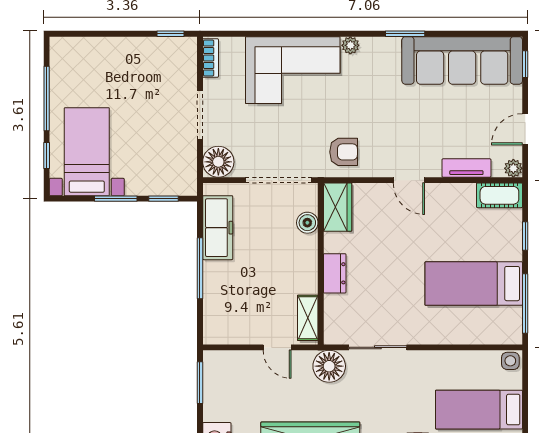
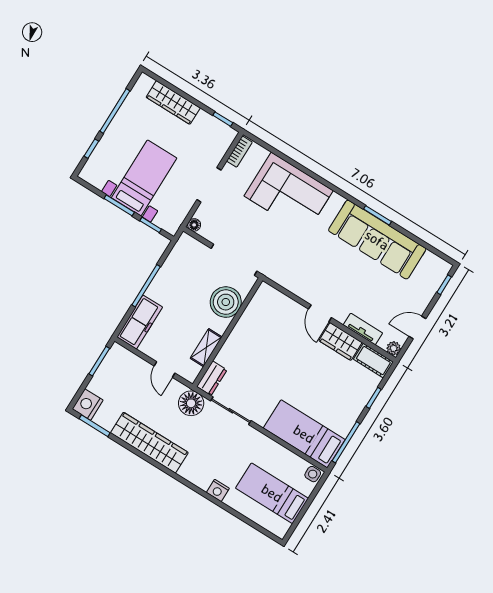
plant: (350, 45) -> (337, 201), removed
wardrobe: (105, 49) -> (173, 102), added
sofa: (462, 60) -> (377, 240), moved
bed with nightstands: (87, 152) -> (144, 178), moved
armchair: (344, 152) -> (289, 268), removed
floor lamp: (218, 162) -> (194, 225), width x0.53, depth x0.53
wardrobe: (338, 207) -> (340, 341), moved, turned 90
boiler: (307, 223) -> (226, 302), width x1.86, depth x1.86
freezer: (218, 228) -> (140, 322), moved
dresser: (335, 273) -> (212, 378), moved
bed: (474, 284) -> (304, 434), moved
shelving: (308, 318) -> (206, 348), moved

